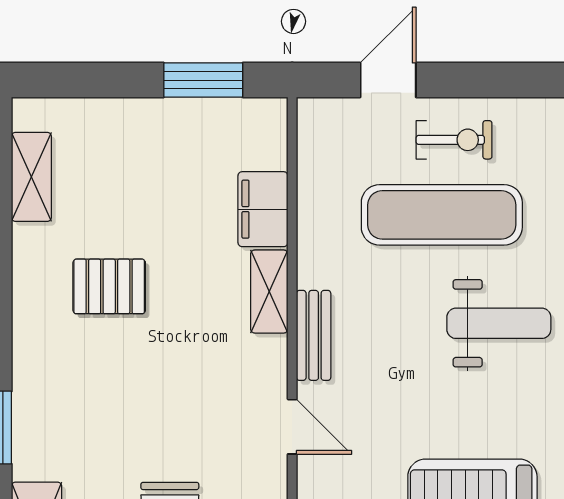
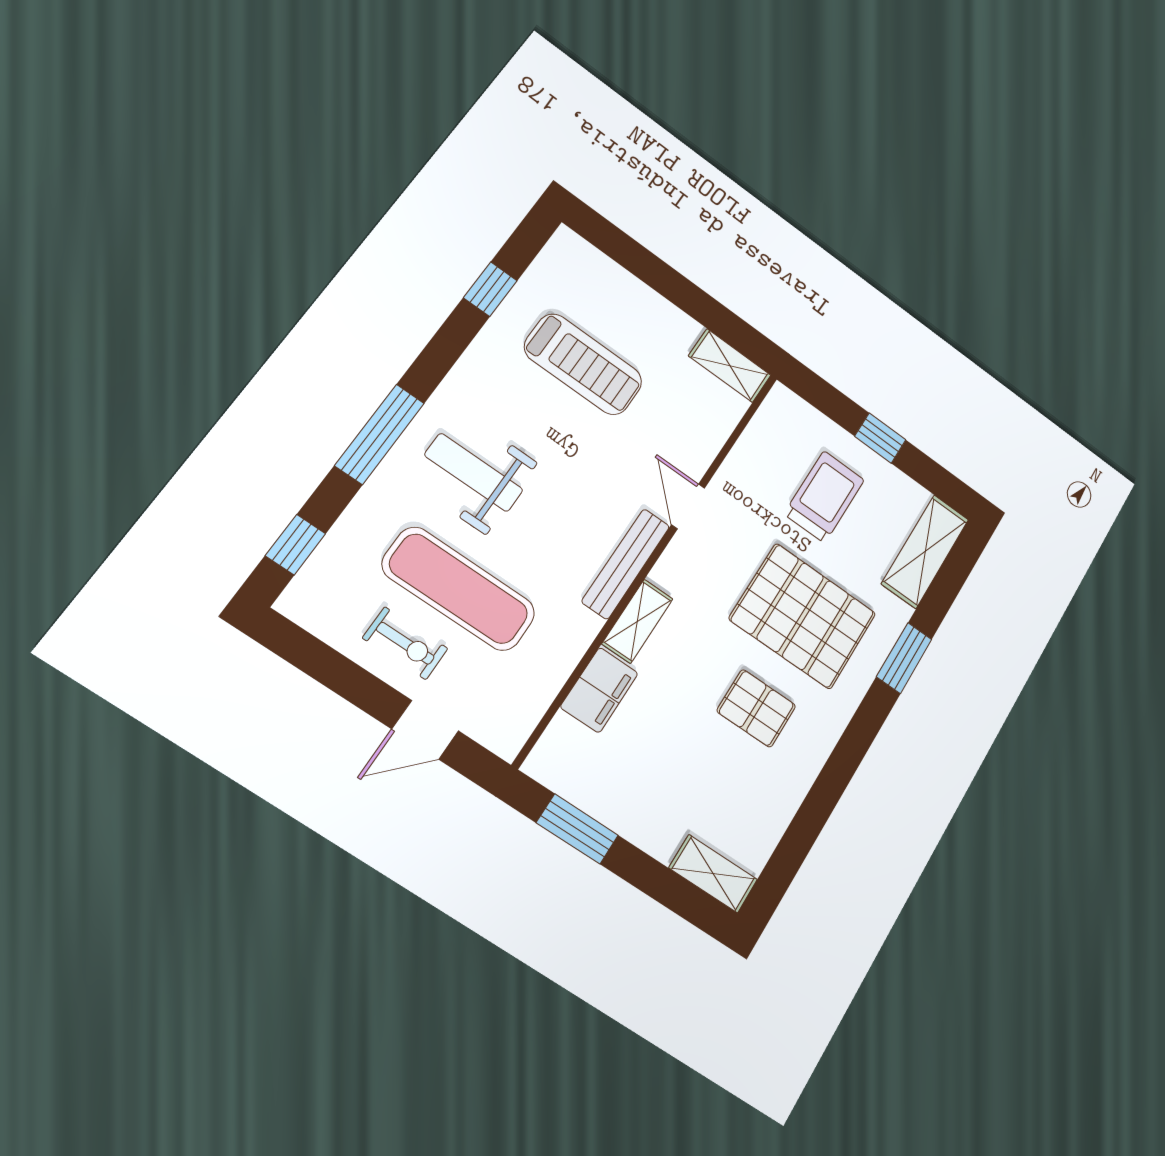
exercise bike: (454, 140) -> (405, 643), turned 180
shelving: (31, 177) -> (713, 874), moved, turned 90
bench: (314, 335) -> (626, 564), width x1.36
pallet: (119, 400) -> (803, 616), added

